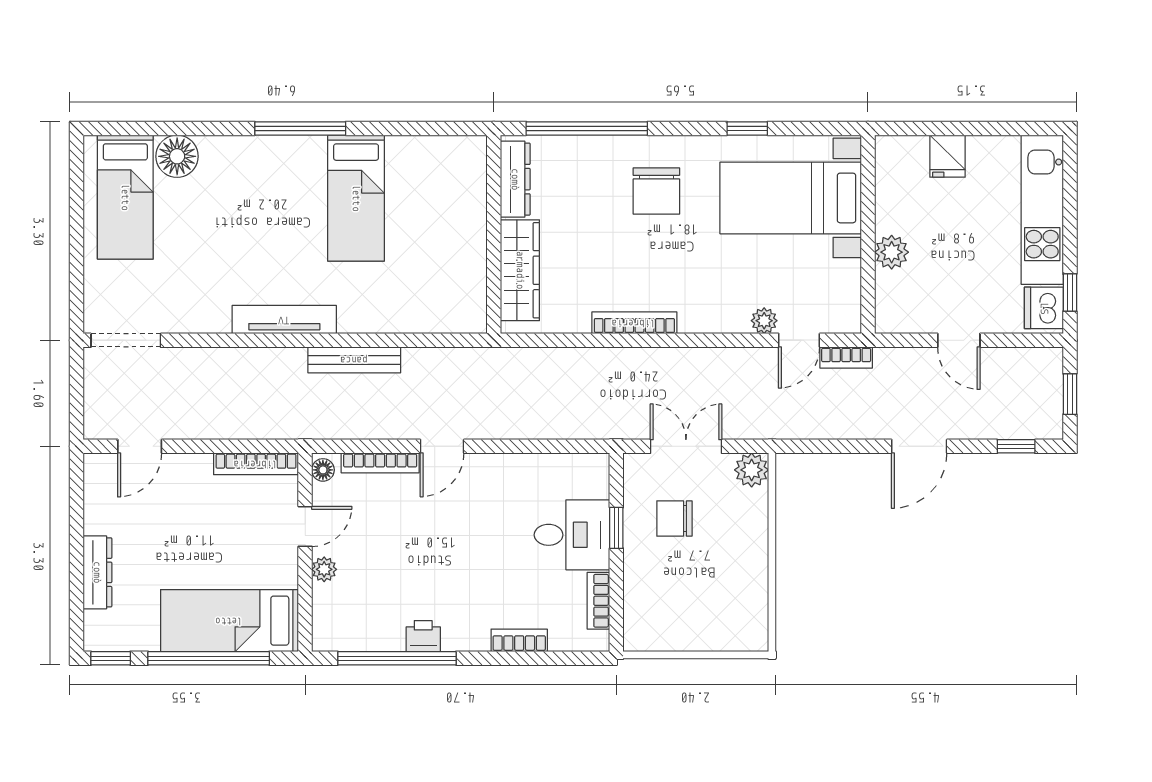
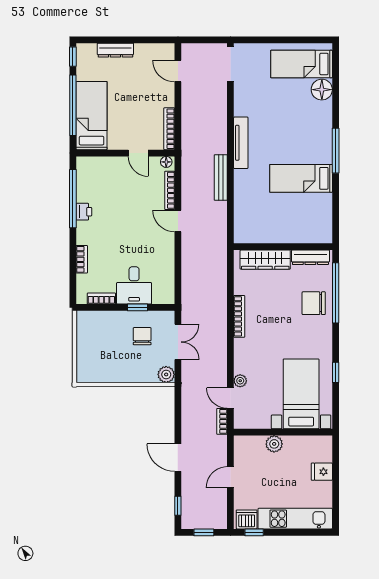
chair: (656, 191) -> (314, 303), moved
plant: (324, 569) -> (117, 163), removed

